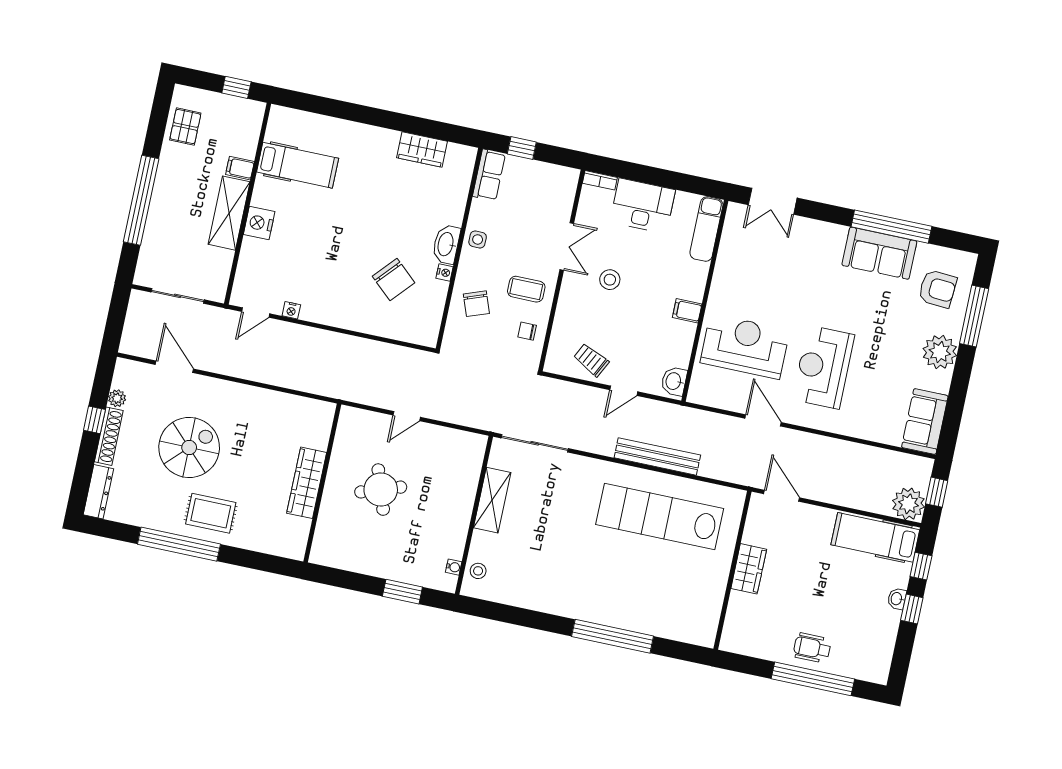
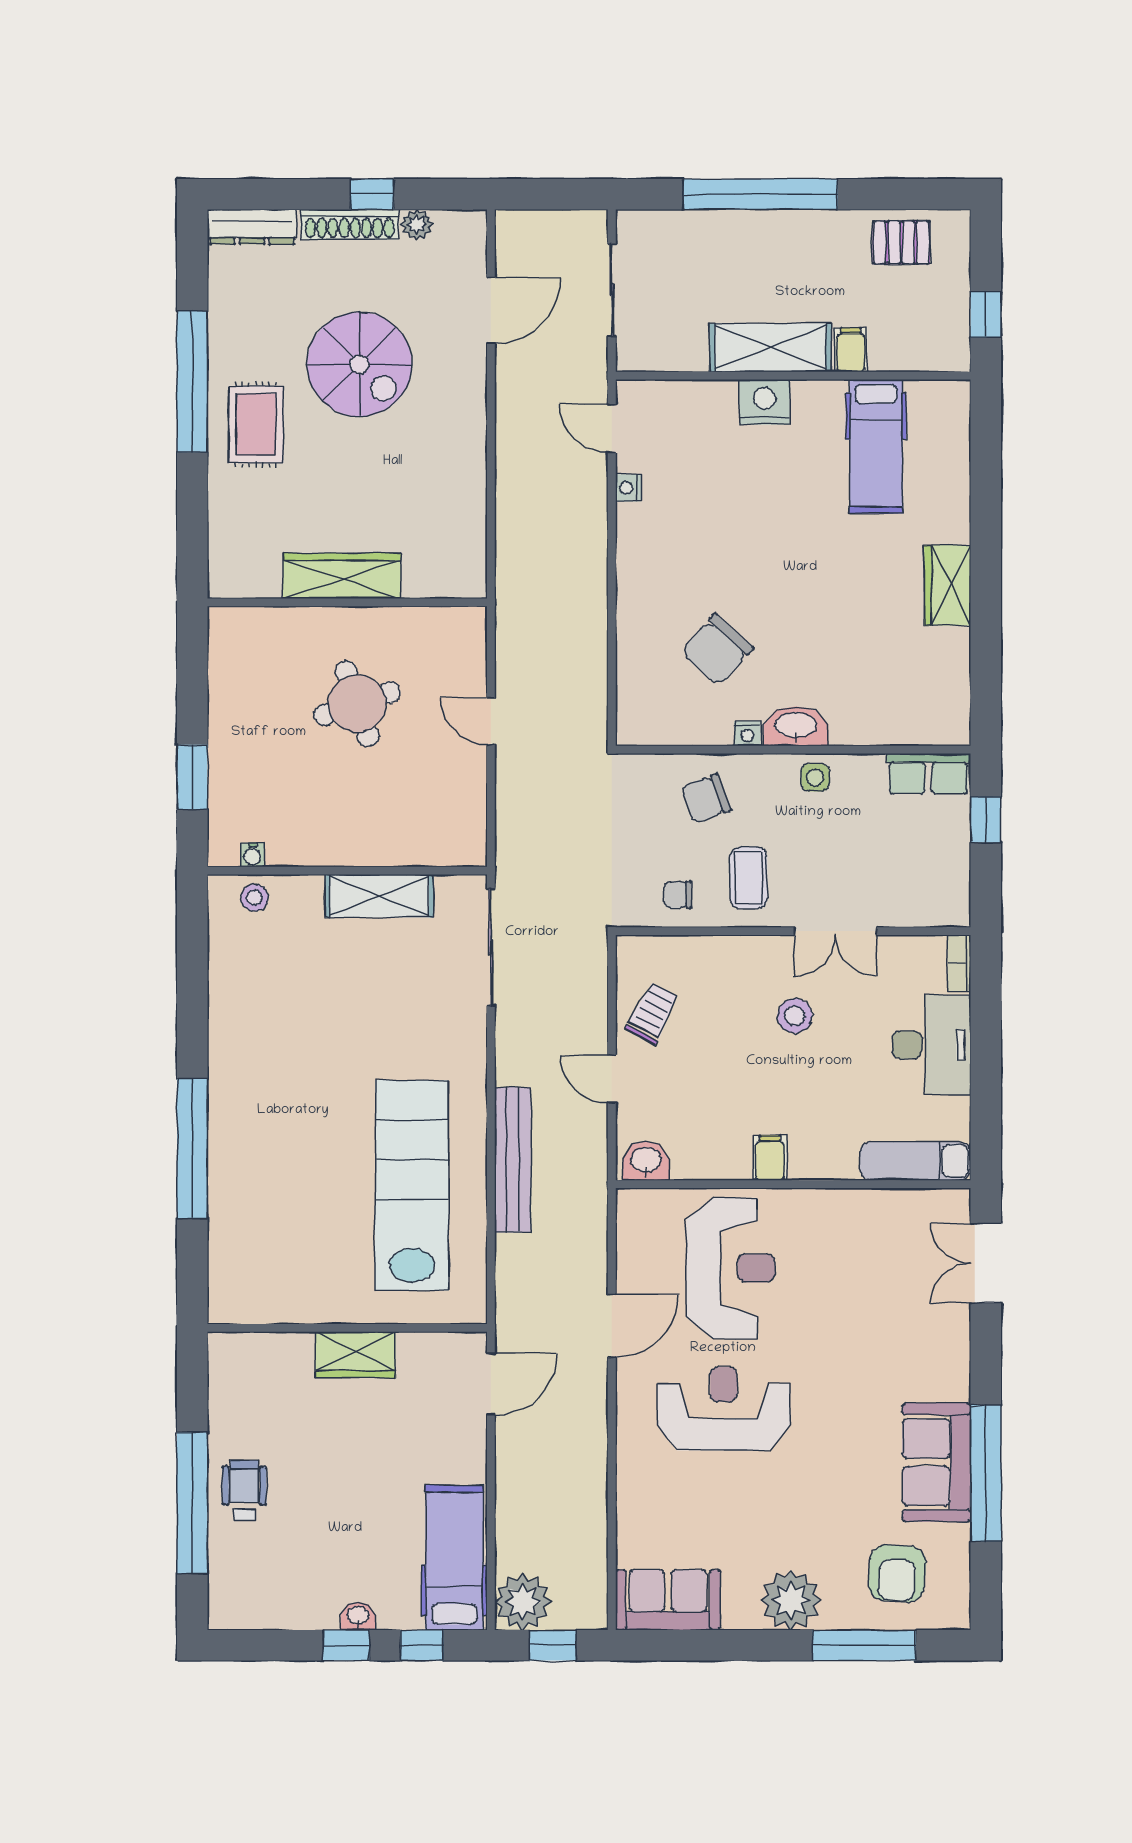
wardrobe: (422, 149) -> (948, 585), moved
chair: (527, 331) -> (678, 894), turned -90

